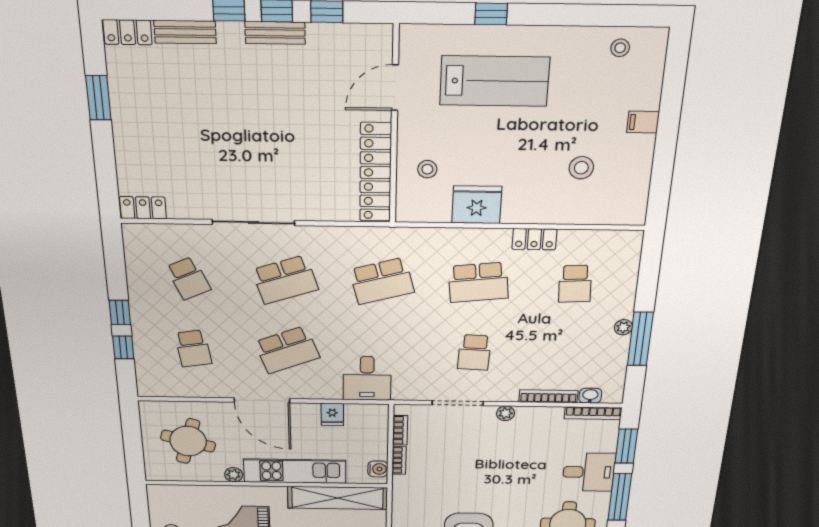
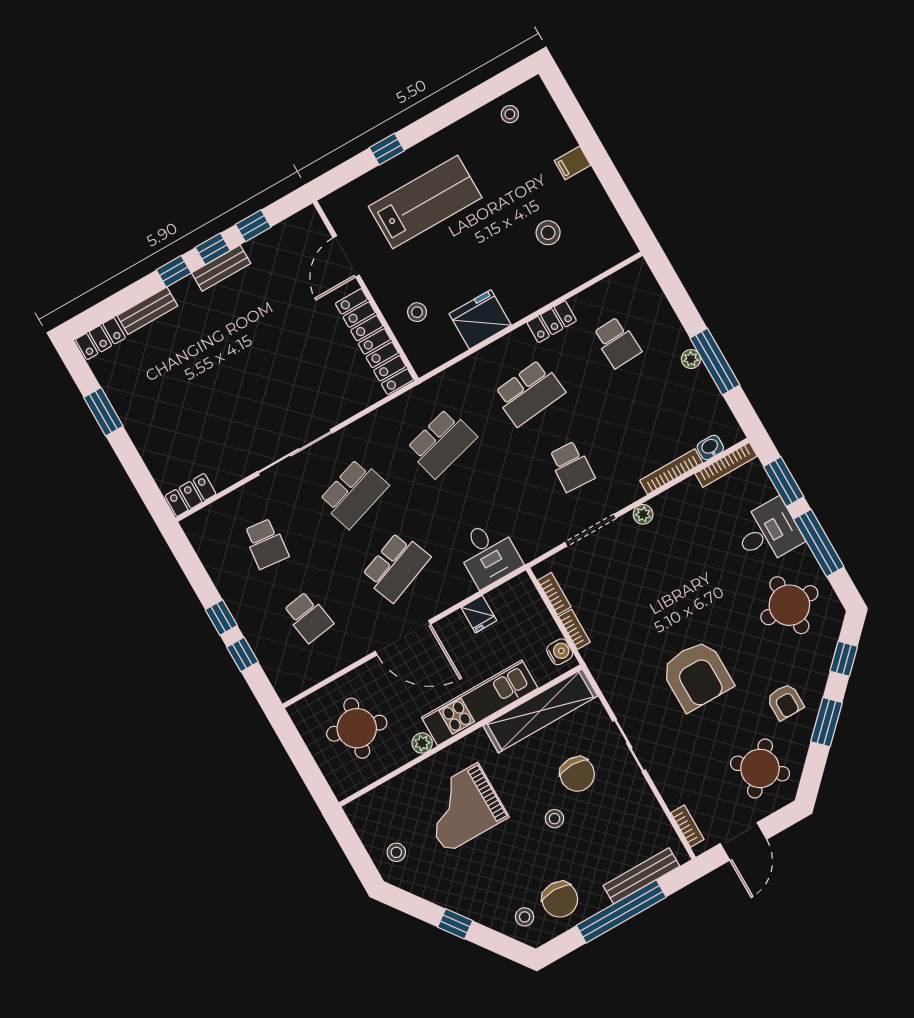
school desk: (188, 278) -> (266, 544), turned 30

